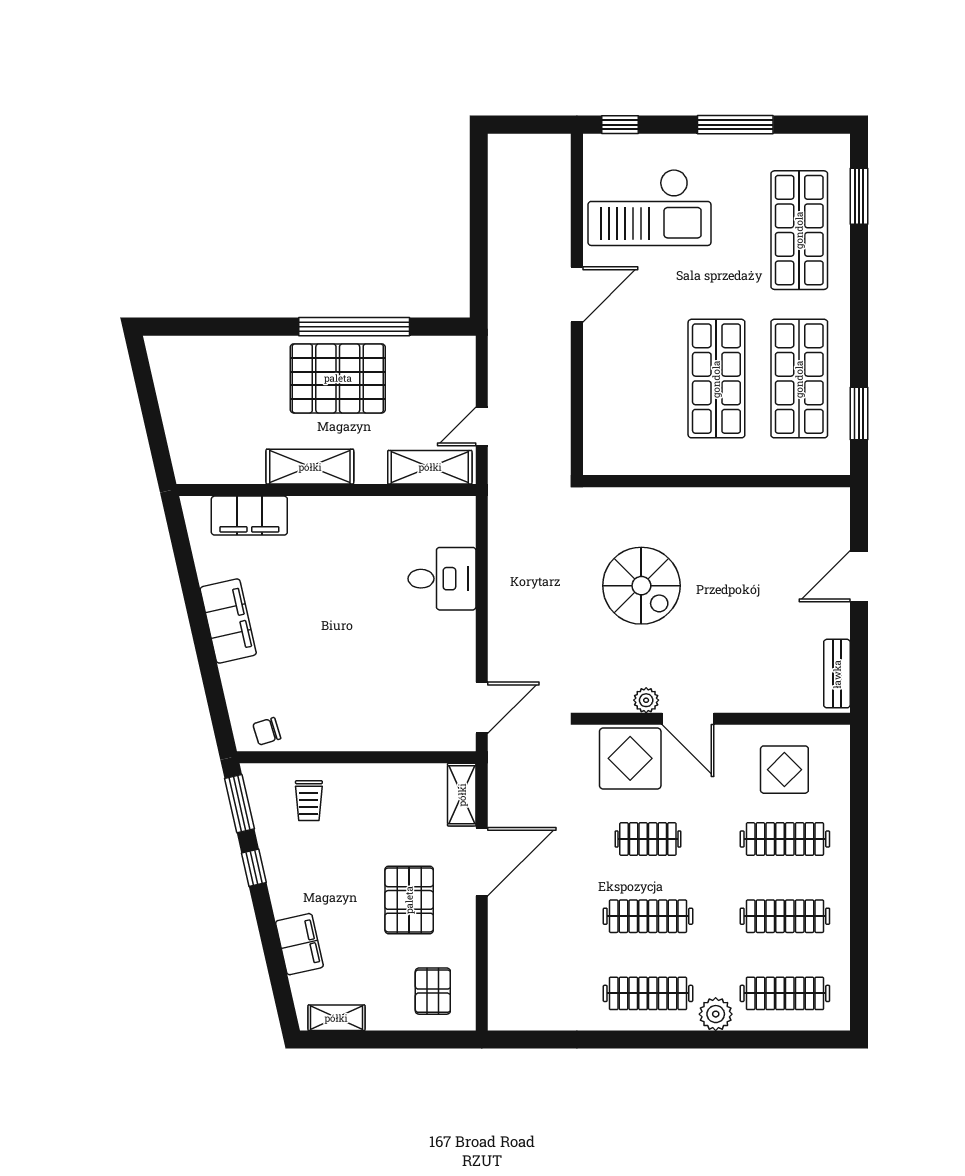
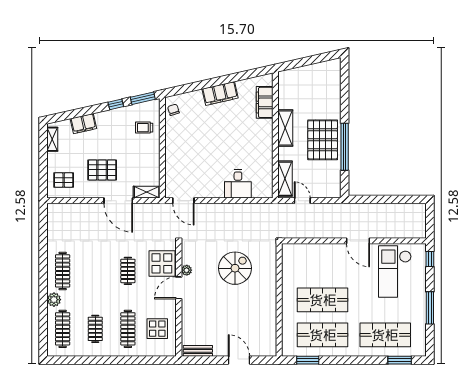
spiral stairs: (641, 586) -> (235, 268), turned 180
clothes rail: (648, 916) -> (95, 271), removed
clothes rail: (785, 916) -> (95, 329), width x0.73

